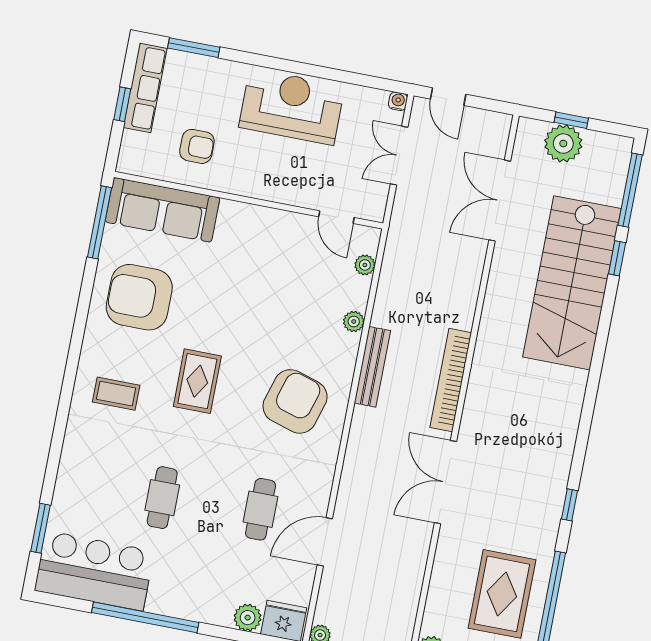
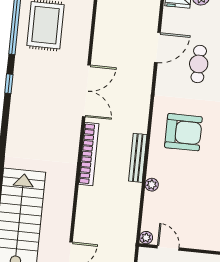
plant: (365, 265) -> (146, 238), moved
armchair: (295, 401) -> (183, 132), turned -107

